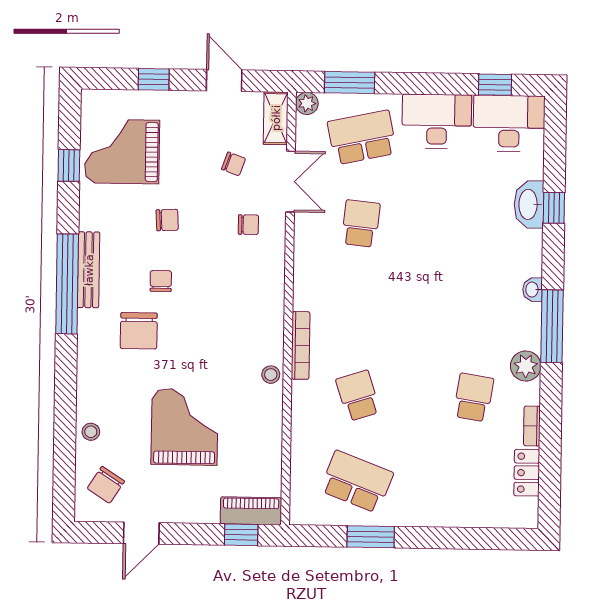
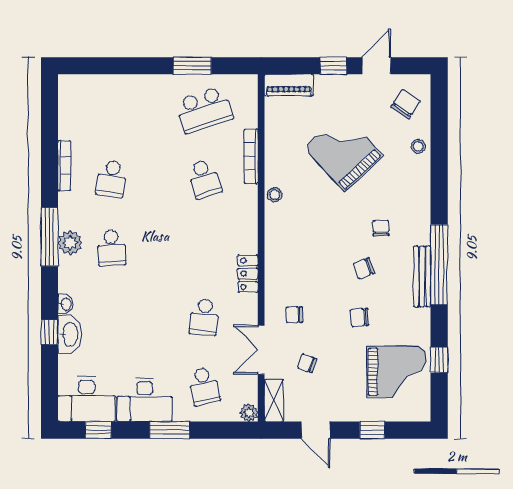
window: (350, 82) -> (170, 430), moved
school desk: (362, 137) -> (204, 386), width x0.54
chair: (161, 281) -> (364, 268), turned 69
washbasin: (532, 290) -> (66, 304), moved
school desk: (475, 311) -> (112, 248), added
chair: (139, 331) -> (381, 228), width x0.54, depth x0.54
bookcase: (301, 345) -> (251, 156), moved
plant: (526, 366) -> (70, 243), moved
bookcase: (532, 426) -> (64, 166), width x1.56
grand piano: (185, 427) -> (343, 151), turned 137
locker: (527, 473) -> (248, 274), moved, turned 180
school desk: (357, 482) -> (204, 110), turned -39
window: (241, 535) -> (333, 66), moved

